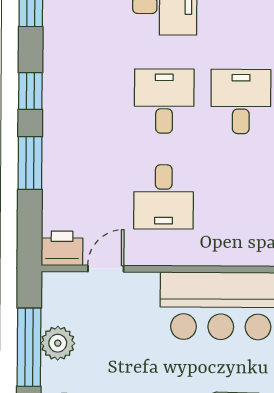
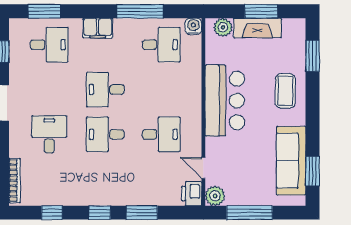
plant: (58, 343) -> (215, 196), moved

